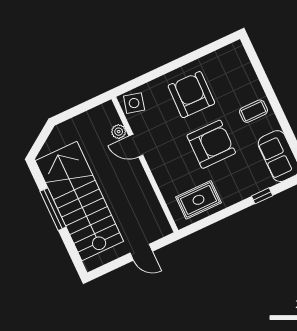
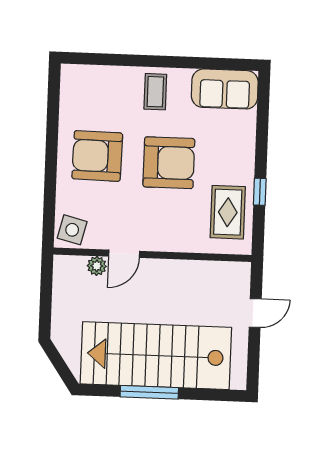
armchair: (211, 144) -> (169, 163), turned 90
window: (262, 196) -> (260, 192), moved

